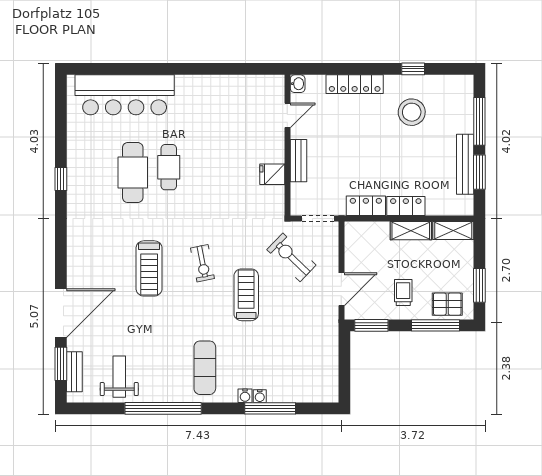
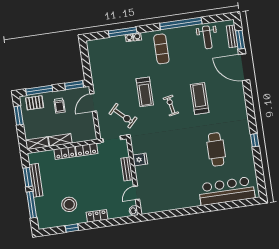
locker: (355, 84) -> (97, 216), width x0.66
cafe table: (169, 167) -> (197, 155), removed
door: (61, 313) -> (244, 67), hinge flipped

